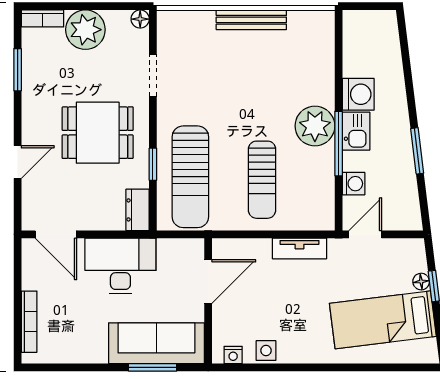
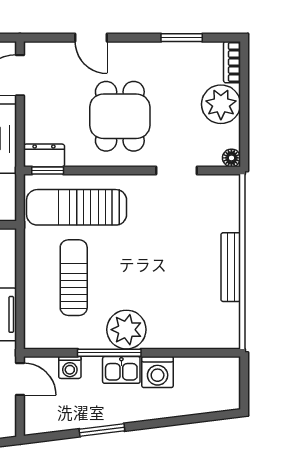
window: (153, 164) -> (48, 171), moved
sun lounger: (262, 180) -> (74, 278), turned 90

